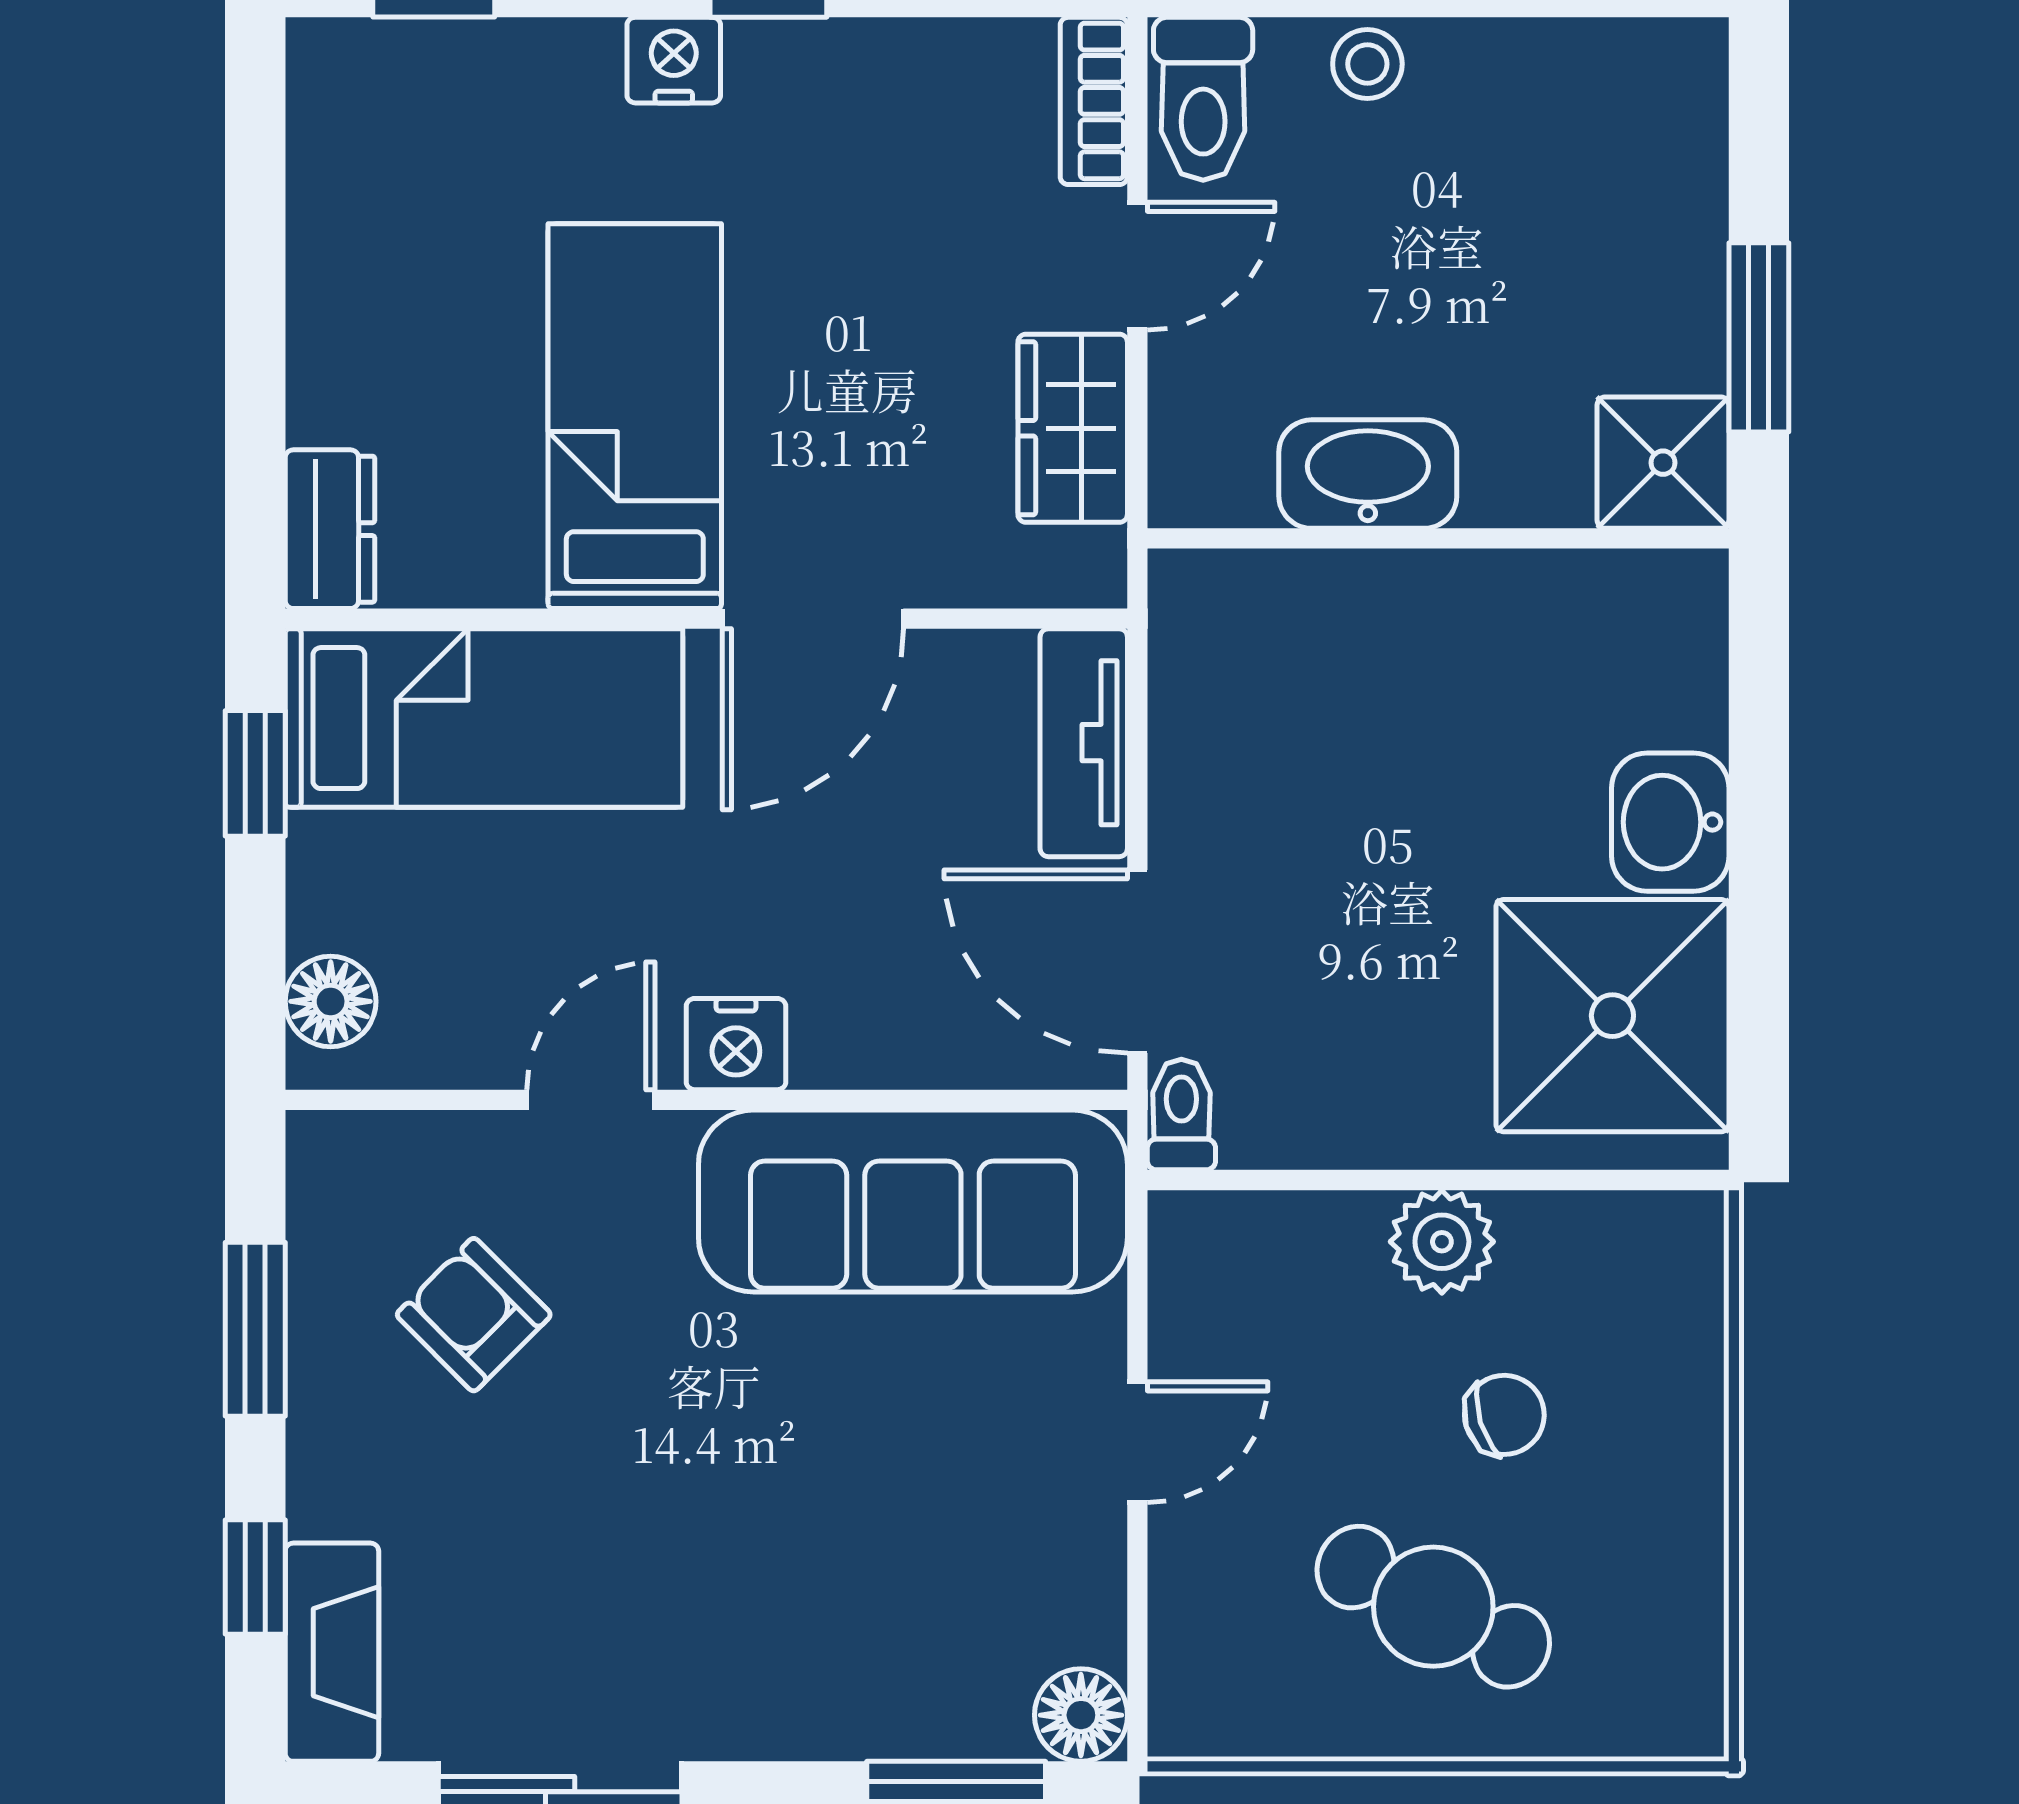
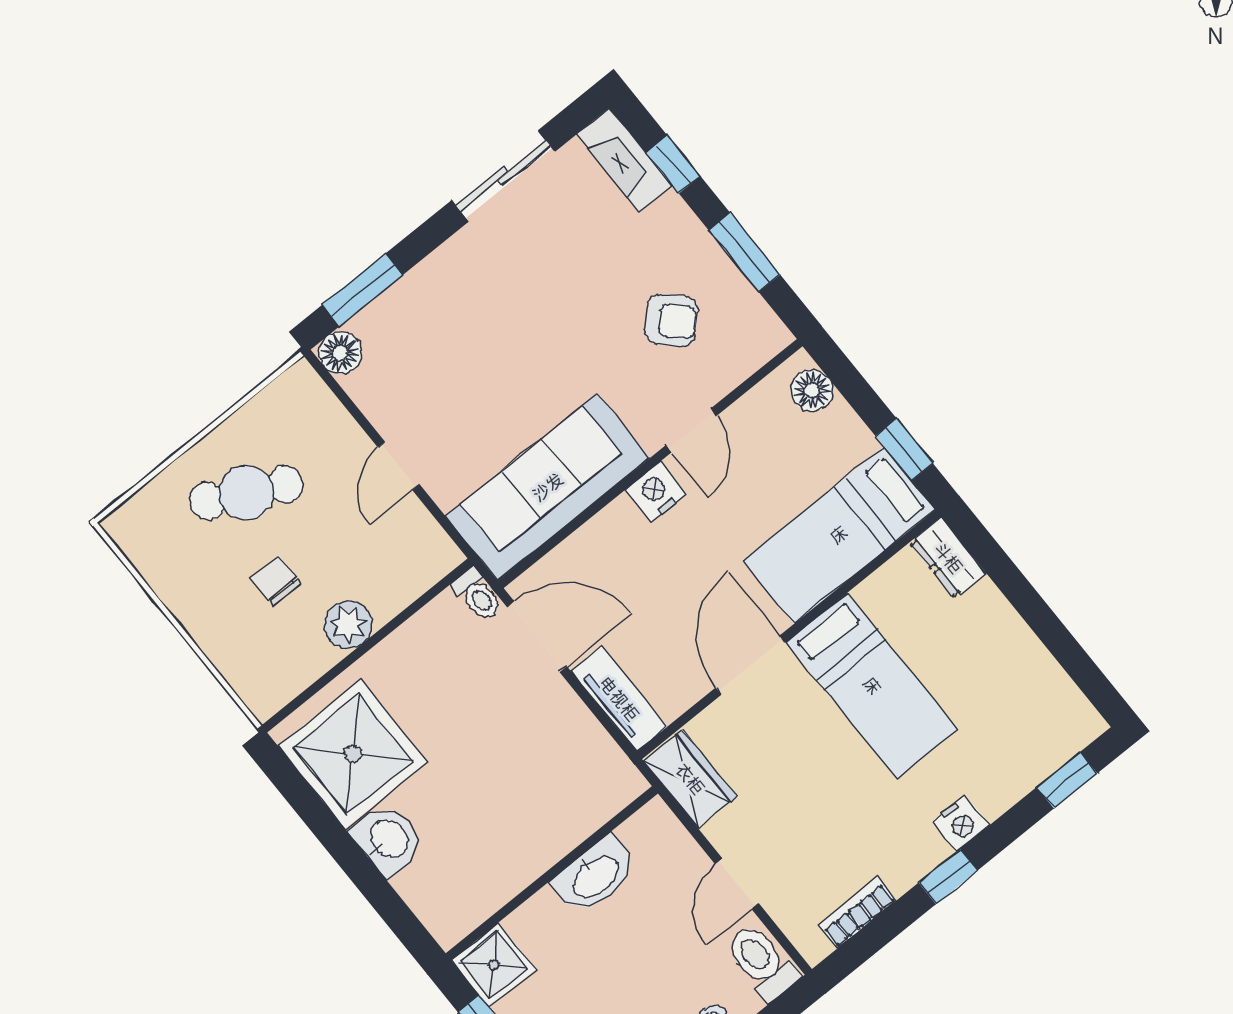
bookcase: (1094, 101) -> (857, 913), moved, turned -90
wardrobe: (1073, 428) -> (690, 779), moved
chair: (1504, 1415) -> (276, 581), turned 107

